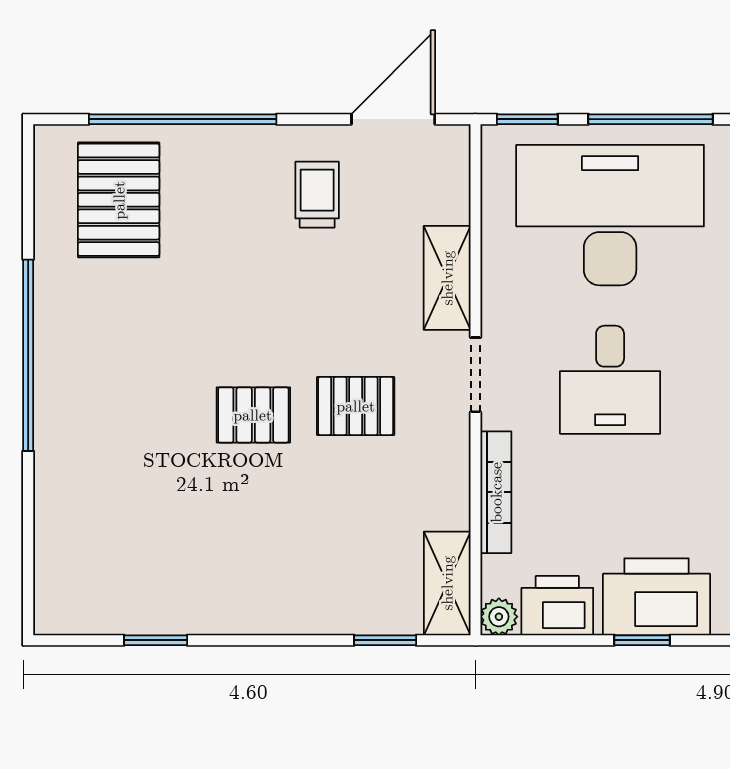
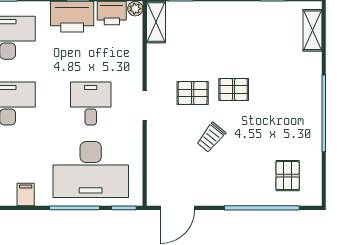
trolley: (317, 195) -> (211, 137), moved, turned 39
pallet: (119, 200) -> (288, 176), width x0.67, depth x0.71
shelving: (447, 278) -> (312, 30), moved
bookcase: (496, 492) -> (136, 58), removed

